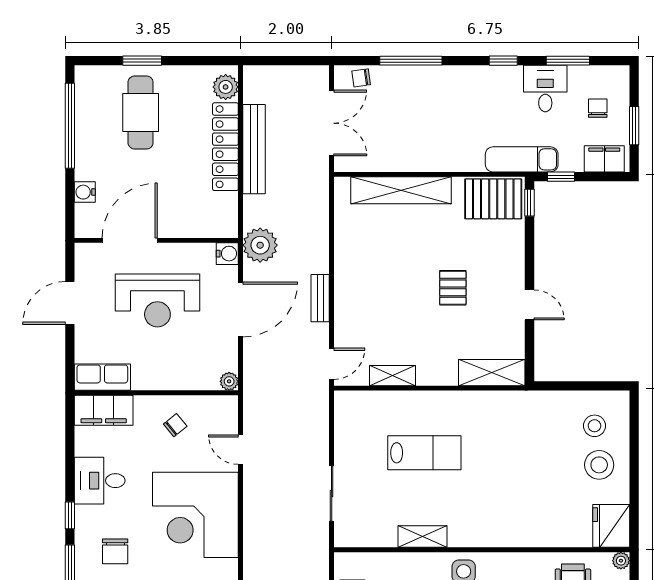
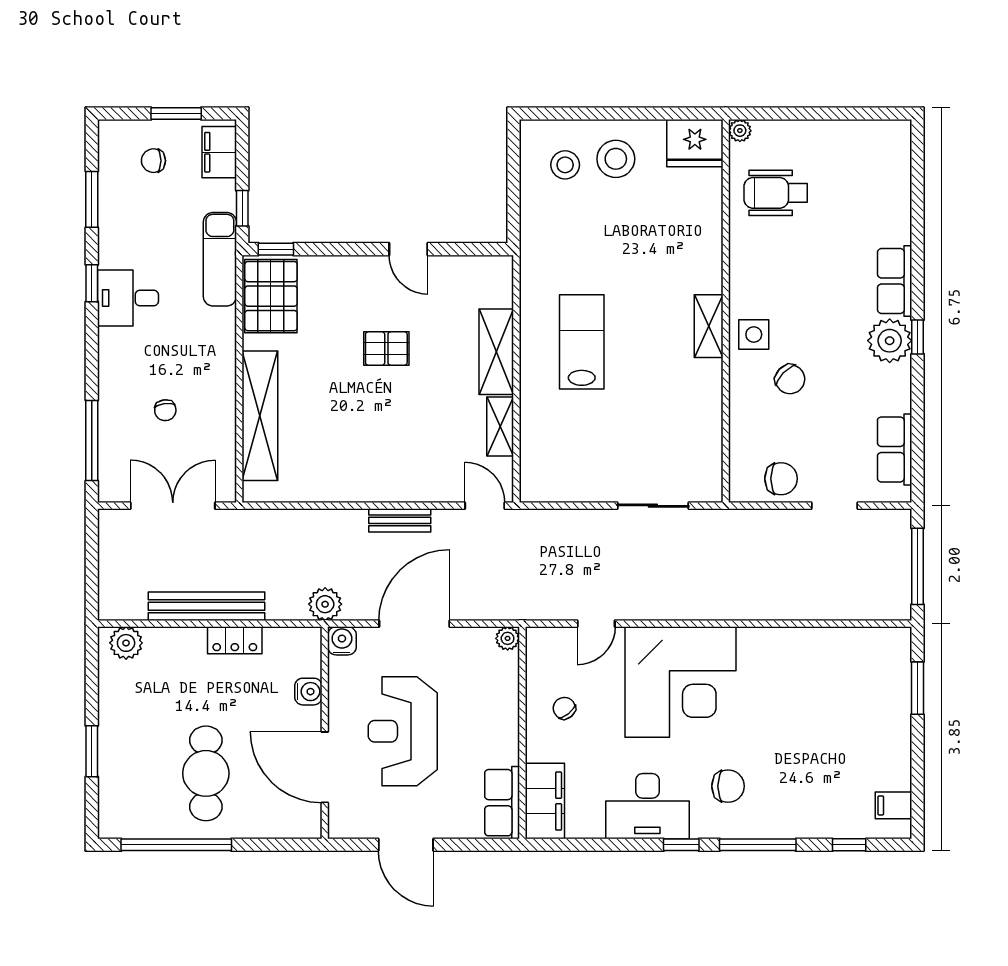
window: (411, 61) -> (92, 441), moved
chair: (361, 78) -> (165, 410), moved
desk: (545, 88) -> (128, 298), moved
cafe table: (141, 112) -> (206, 773), moved, turned 90
locker: (225, 147) -> (235, 640), width x0.46, depth x0.83
water cooler: (85, 192) -> (308, 692), moved, turned -90
plant: (260, 245) -> (325, 604), width x0.73, depth x0.73
reception desk: (157, 301) -> (403, 731), turned 180
door: (529, 305) -> (408, 249), swing flipped
door: (241, 309) -> (414, 624), hinge flipped
shelving: (492, 373) -> (496, 352), moved
lab bench: (424, 453) -> (582, 342), moved
desk: (100, 481) -> (647, 806), width x1.37
shelving: (422, 537) -> (709, 326), moved

